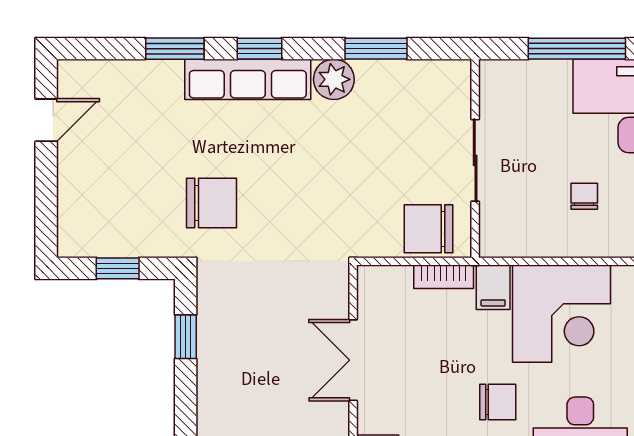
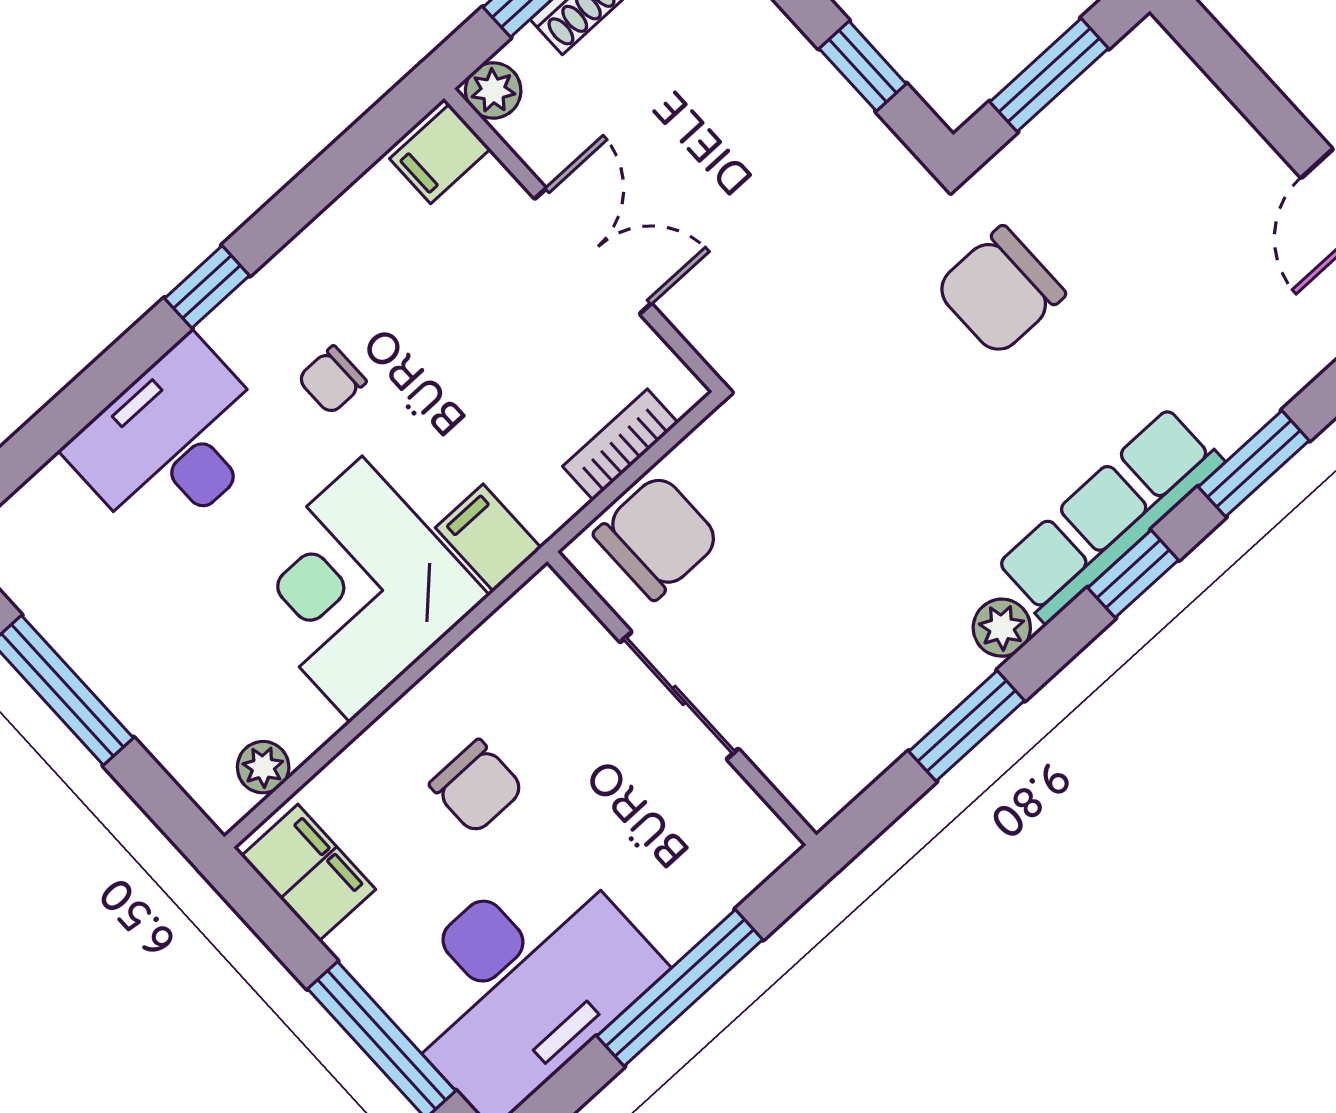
plant: (334, 79) -> (1002, 628), width x0.73, depth x0.73
chair: (584, 196) -> (477, 787), width x1.37, depth x1.37
window: (118, 268) -> (1049, 75), width x1.50
bookcase: (444, 277) -> (620, 445), moved
chair: (498, 402) -> (332, 380), width x0.73, depth x0.73

